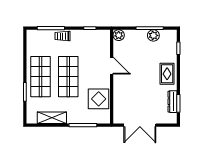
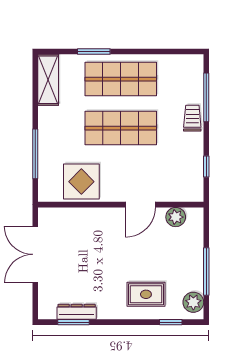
plant: (119, 35) -> (176, 217), moved
plant: (153, 35) -> (193, 302), moved
rug: (167, 74) -> (146, 294), moved
shelving: (52, 118) -> (48, 80), moved

